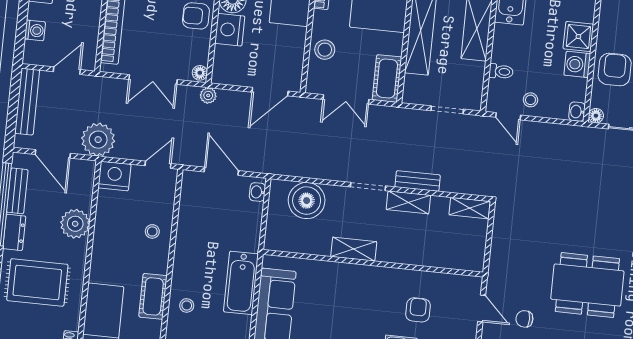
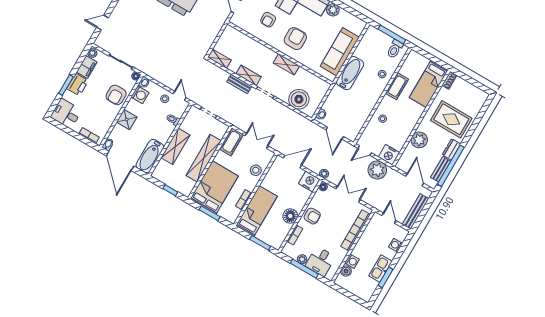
nightstand: (230, 30) -> (309, 182), moved, turned -90
washing machine: (577, 64) -> (140, 95), moved
door: (67, 71) -> (389, 218), swing flipped
plant: (98, 140) -> (377, 170), moved
armchair: (358, 299) -> (295, 39), added

